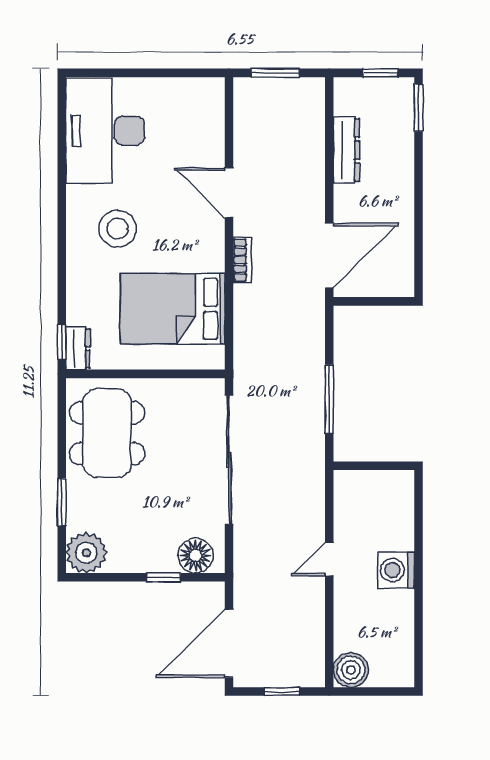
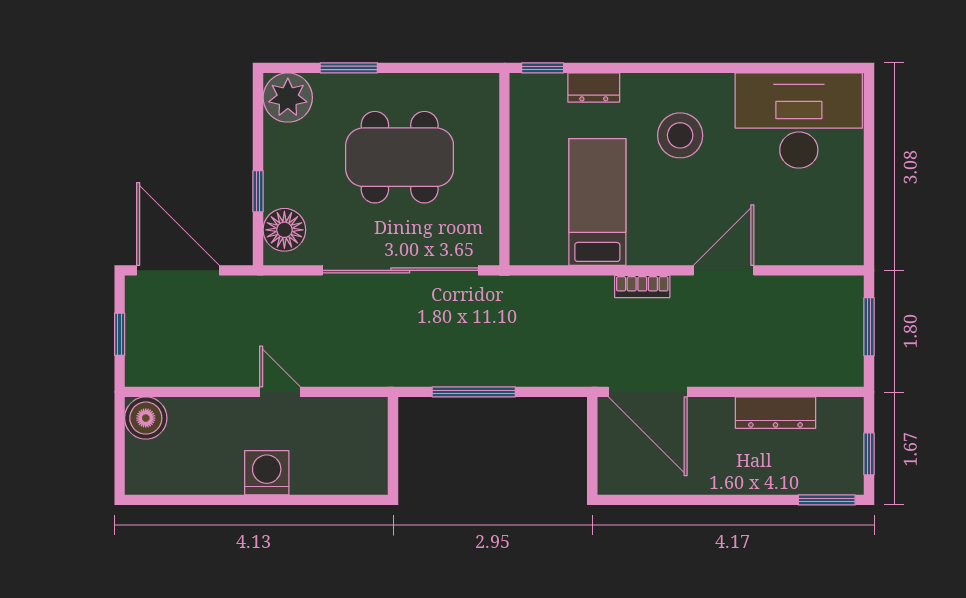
bed: (172, 309) -> (597, 202), width x0.67
dresser: (78, 348) -> (594, 87), moved
dining table: (107, 433) -> (400, 157), moved

